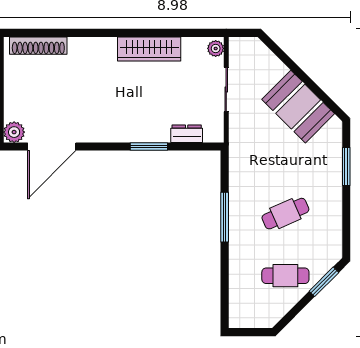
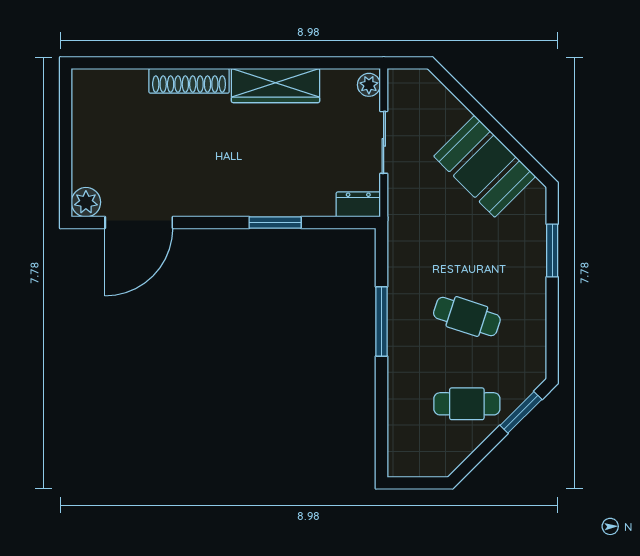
shoe rack: (38, 46) -> (189, 81), moved
dresser: (187, 134) -> (358, 204), moved
cafe table: (285, 214) -> (467, 317), turned 42

